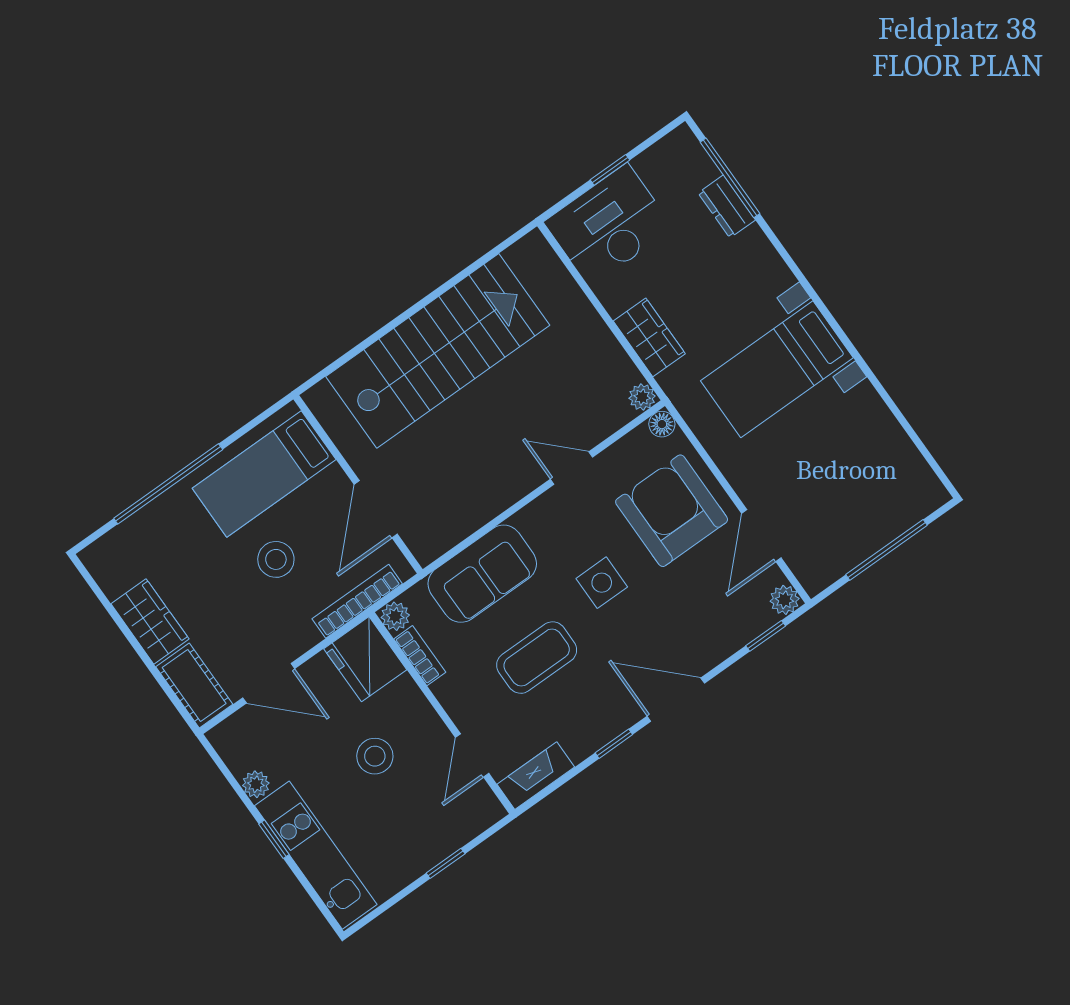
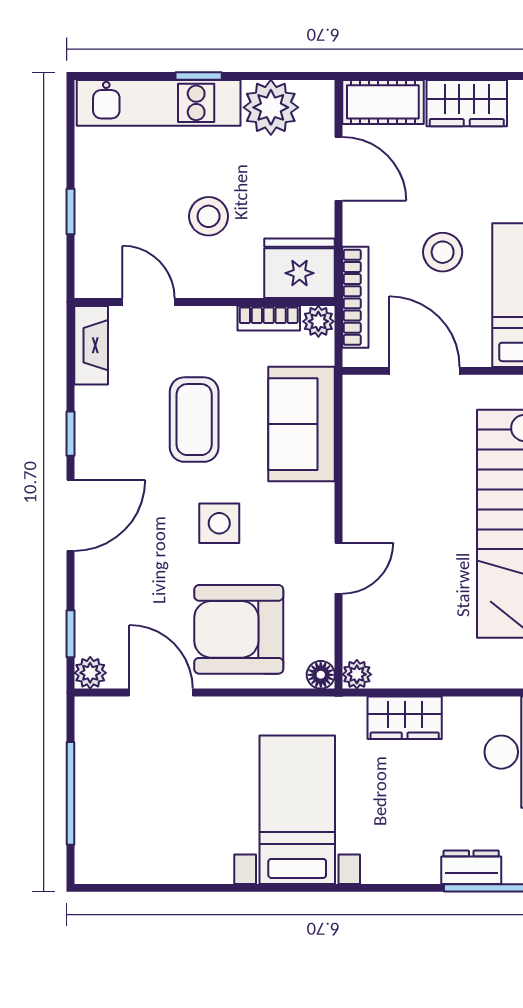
armchair: (672, 511) -> (239, 629), turned 180
door: (269, 683) -> (339, 169), swing flipped
plant: (256, 784) -> (271, 107), width x1.88, depth x1.88

